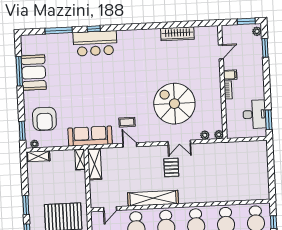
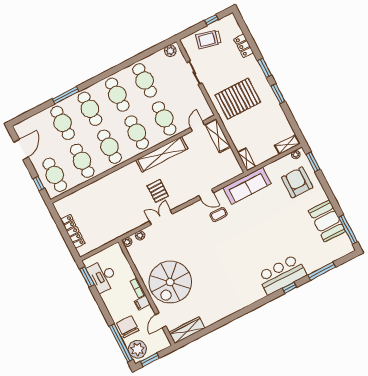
plant: (257, 31) -> (137, 349), width x1.87, depth x1.87
wardrobe: (177, 34) -> (187, 330), moved
window: (265, 48) -> (121, 343), width x2.11
chair: (253, 59) -> (128, 327), added
window: (19, 71) -> (348, 229), moved
spiral stairs: (174, 104) -> (170, 282), moved, turned 90
shelving: (95, 164) -> (218, 136), moved
locker: (263, 166) -> (73, 231), added

